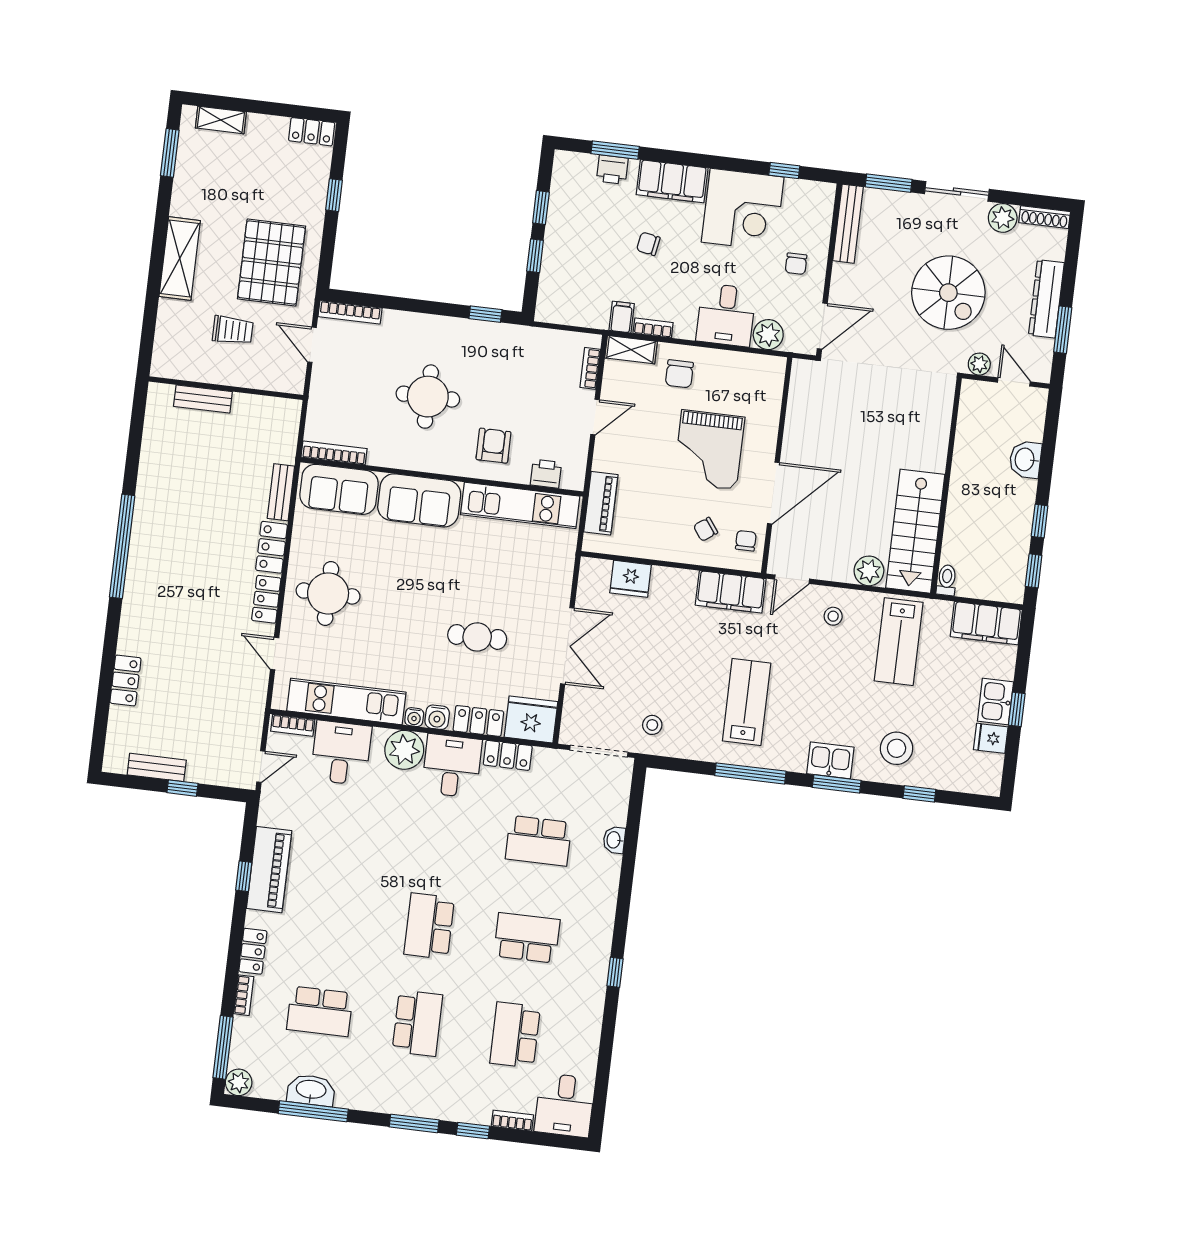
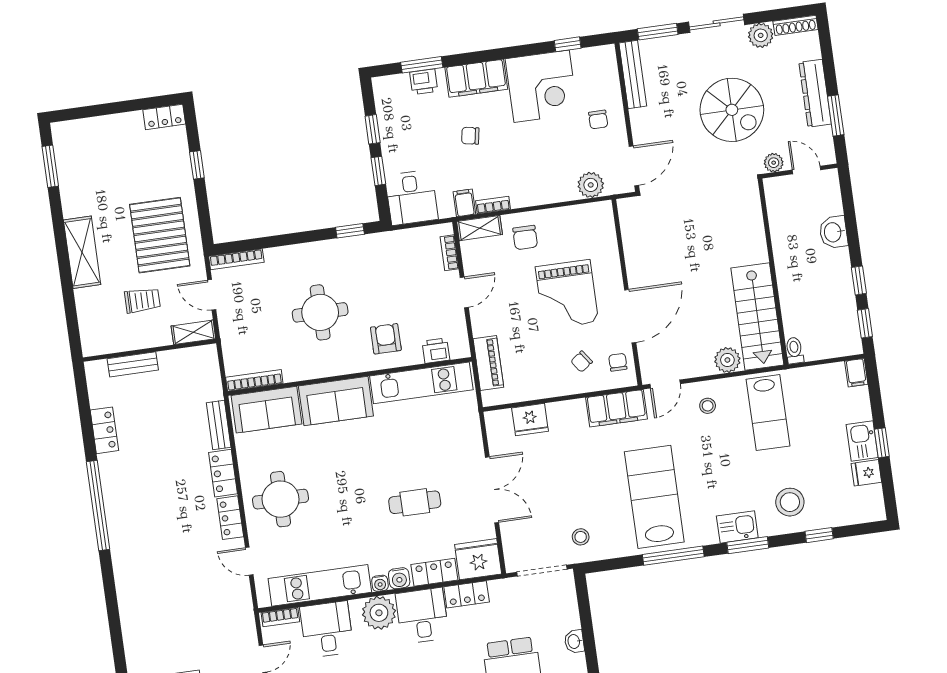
shelving: (221, 120) -> (193, 332), moved
desk: (726, 315) -> (412, 198), moved
filing cabinet: (986, 623) -> (856, 373), width x0.33, depth x0.86
locker: (125, 680) -> (104, 430), moved
lab bench: (747, 702) -> (654, 497), width x1.36, depth x1.39

